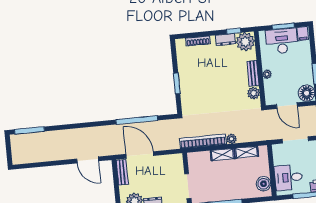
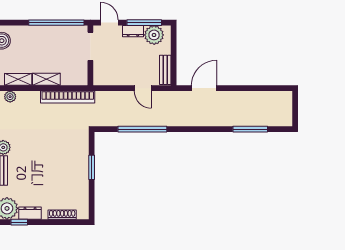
window: (29, 130) -> (250, 129), moved
plant: (232, 139) -> (10, 97), moved
door: (140, 155) -> (143, 88), width x0.53
door: (88, 160) -> (204, 88), hinge flipped

